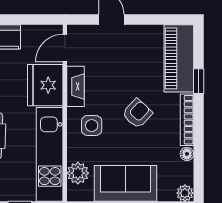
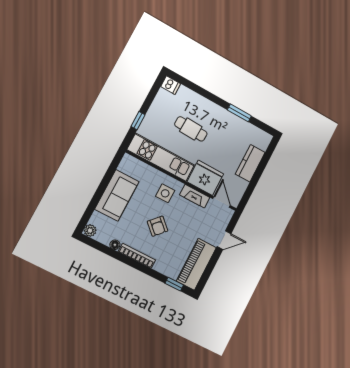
piano: (179, 58) -> (196, 264), moved, turned -90
window: (199, 81) -> (174, 284), moved
plant: (78, 173) -> (140, 169), removed

